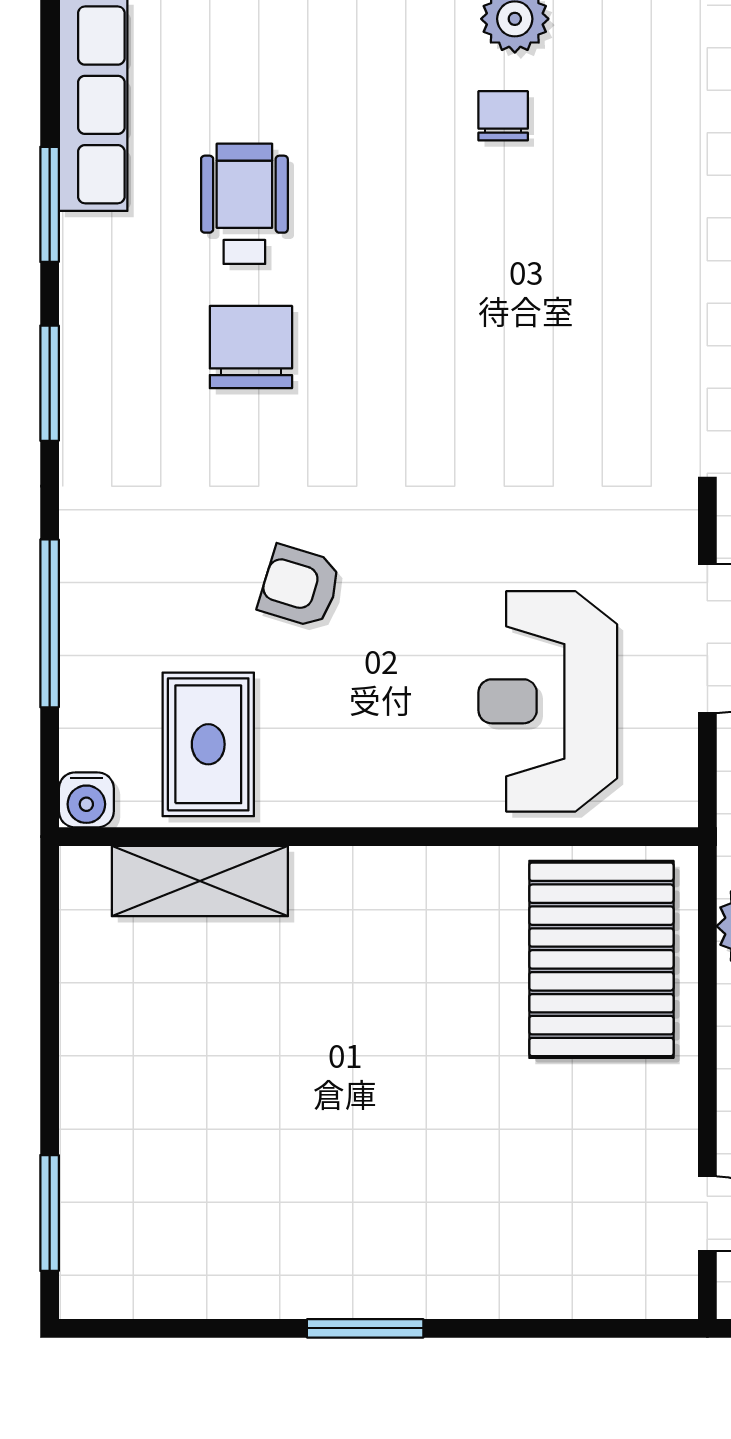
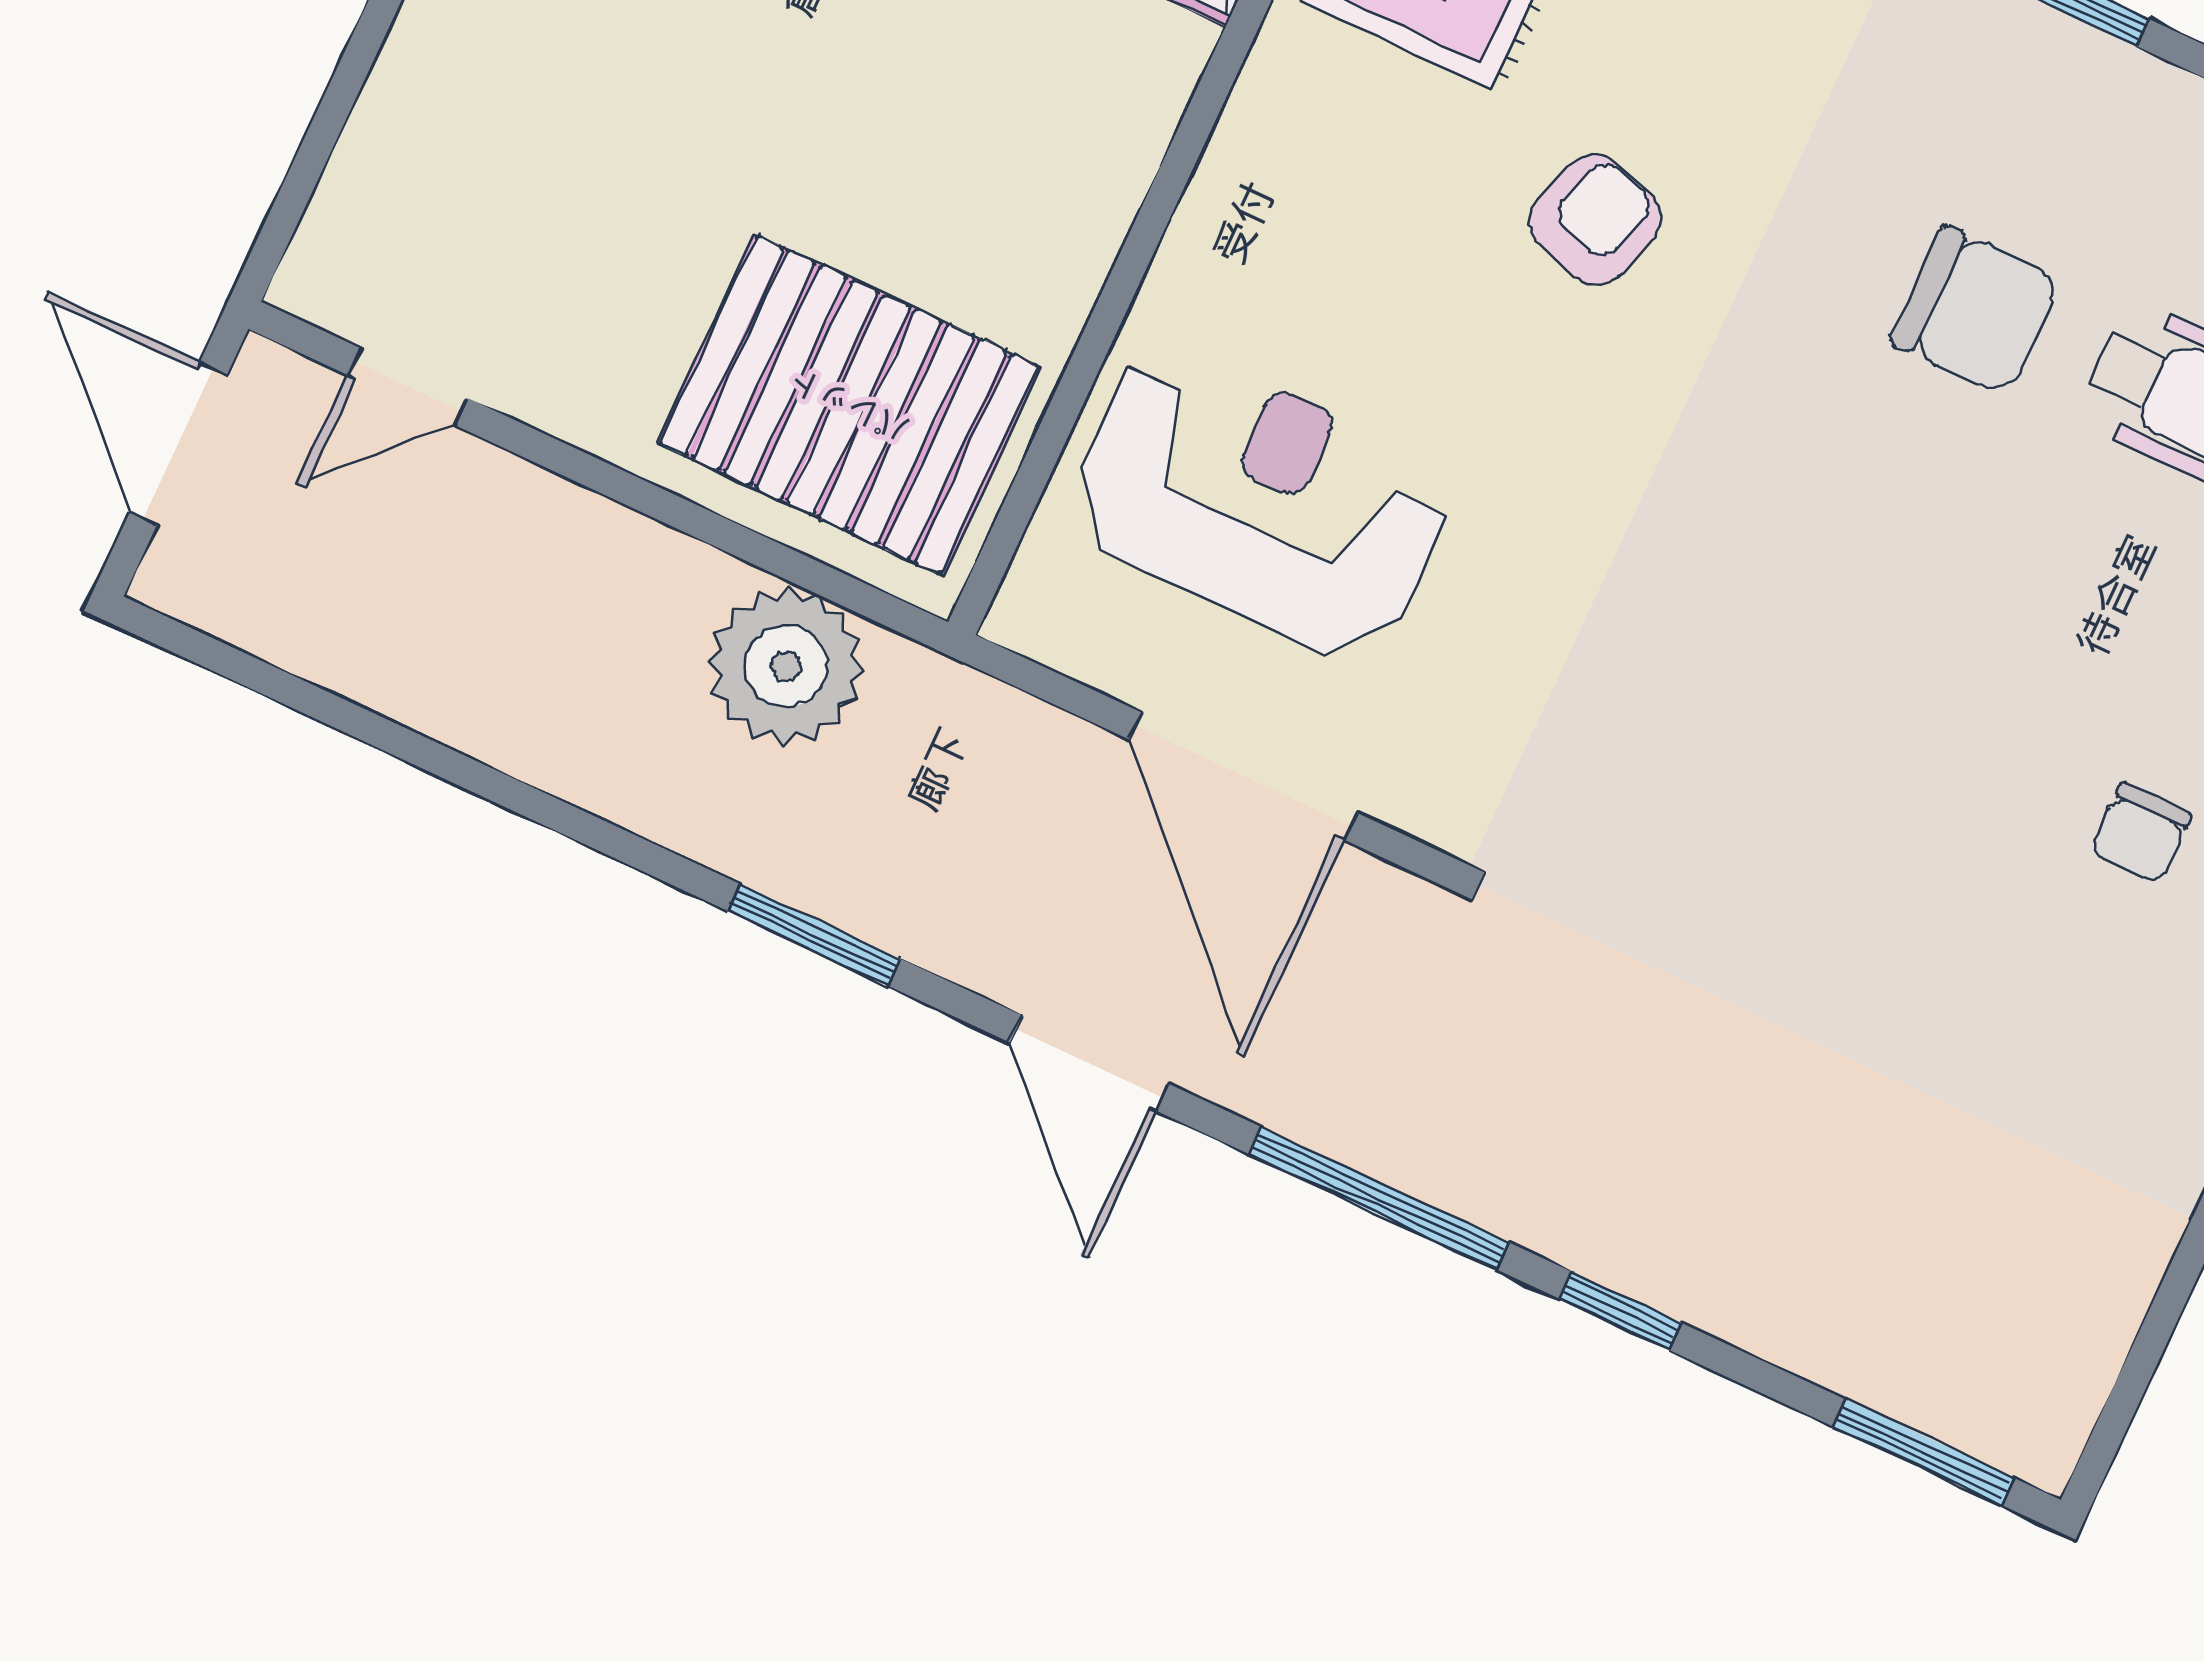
chair: (503, 116) -> (2141, 834), turned 90

